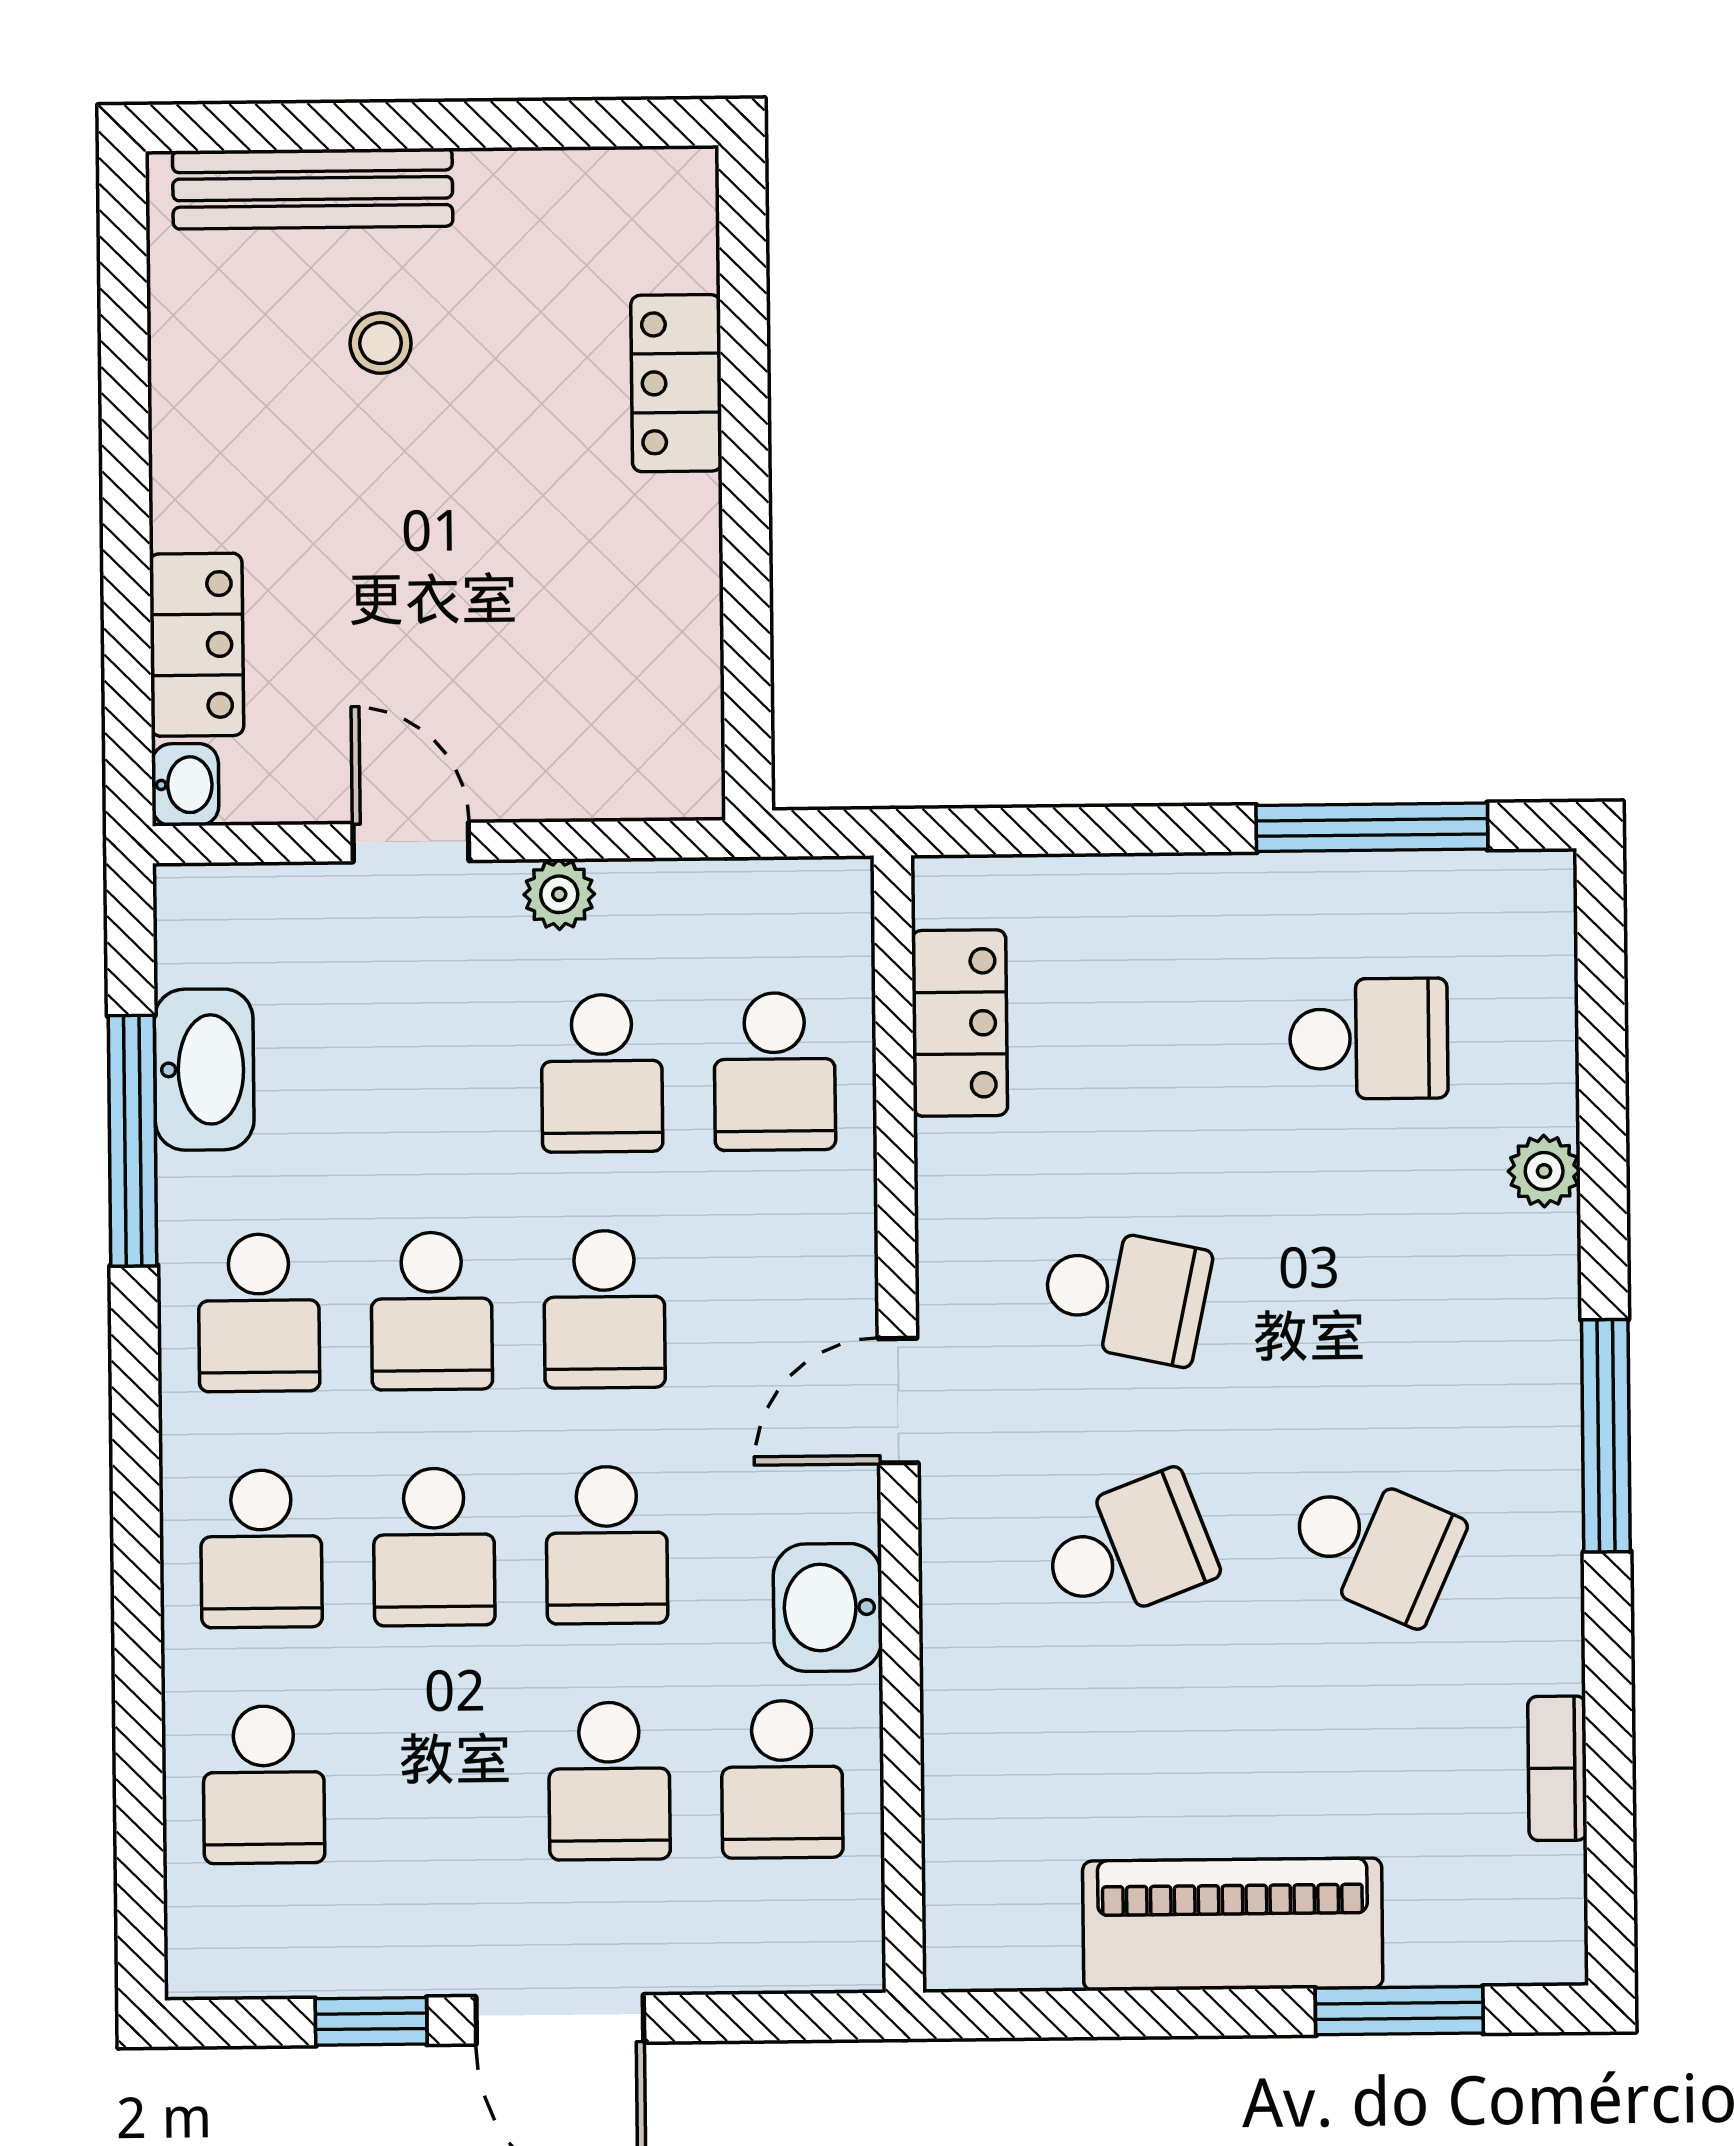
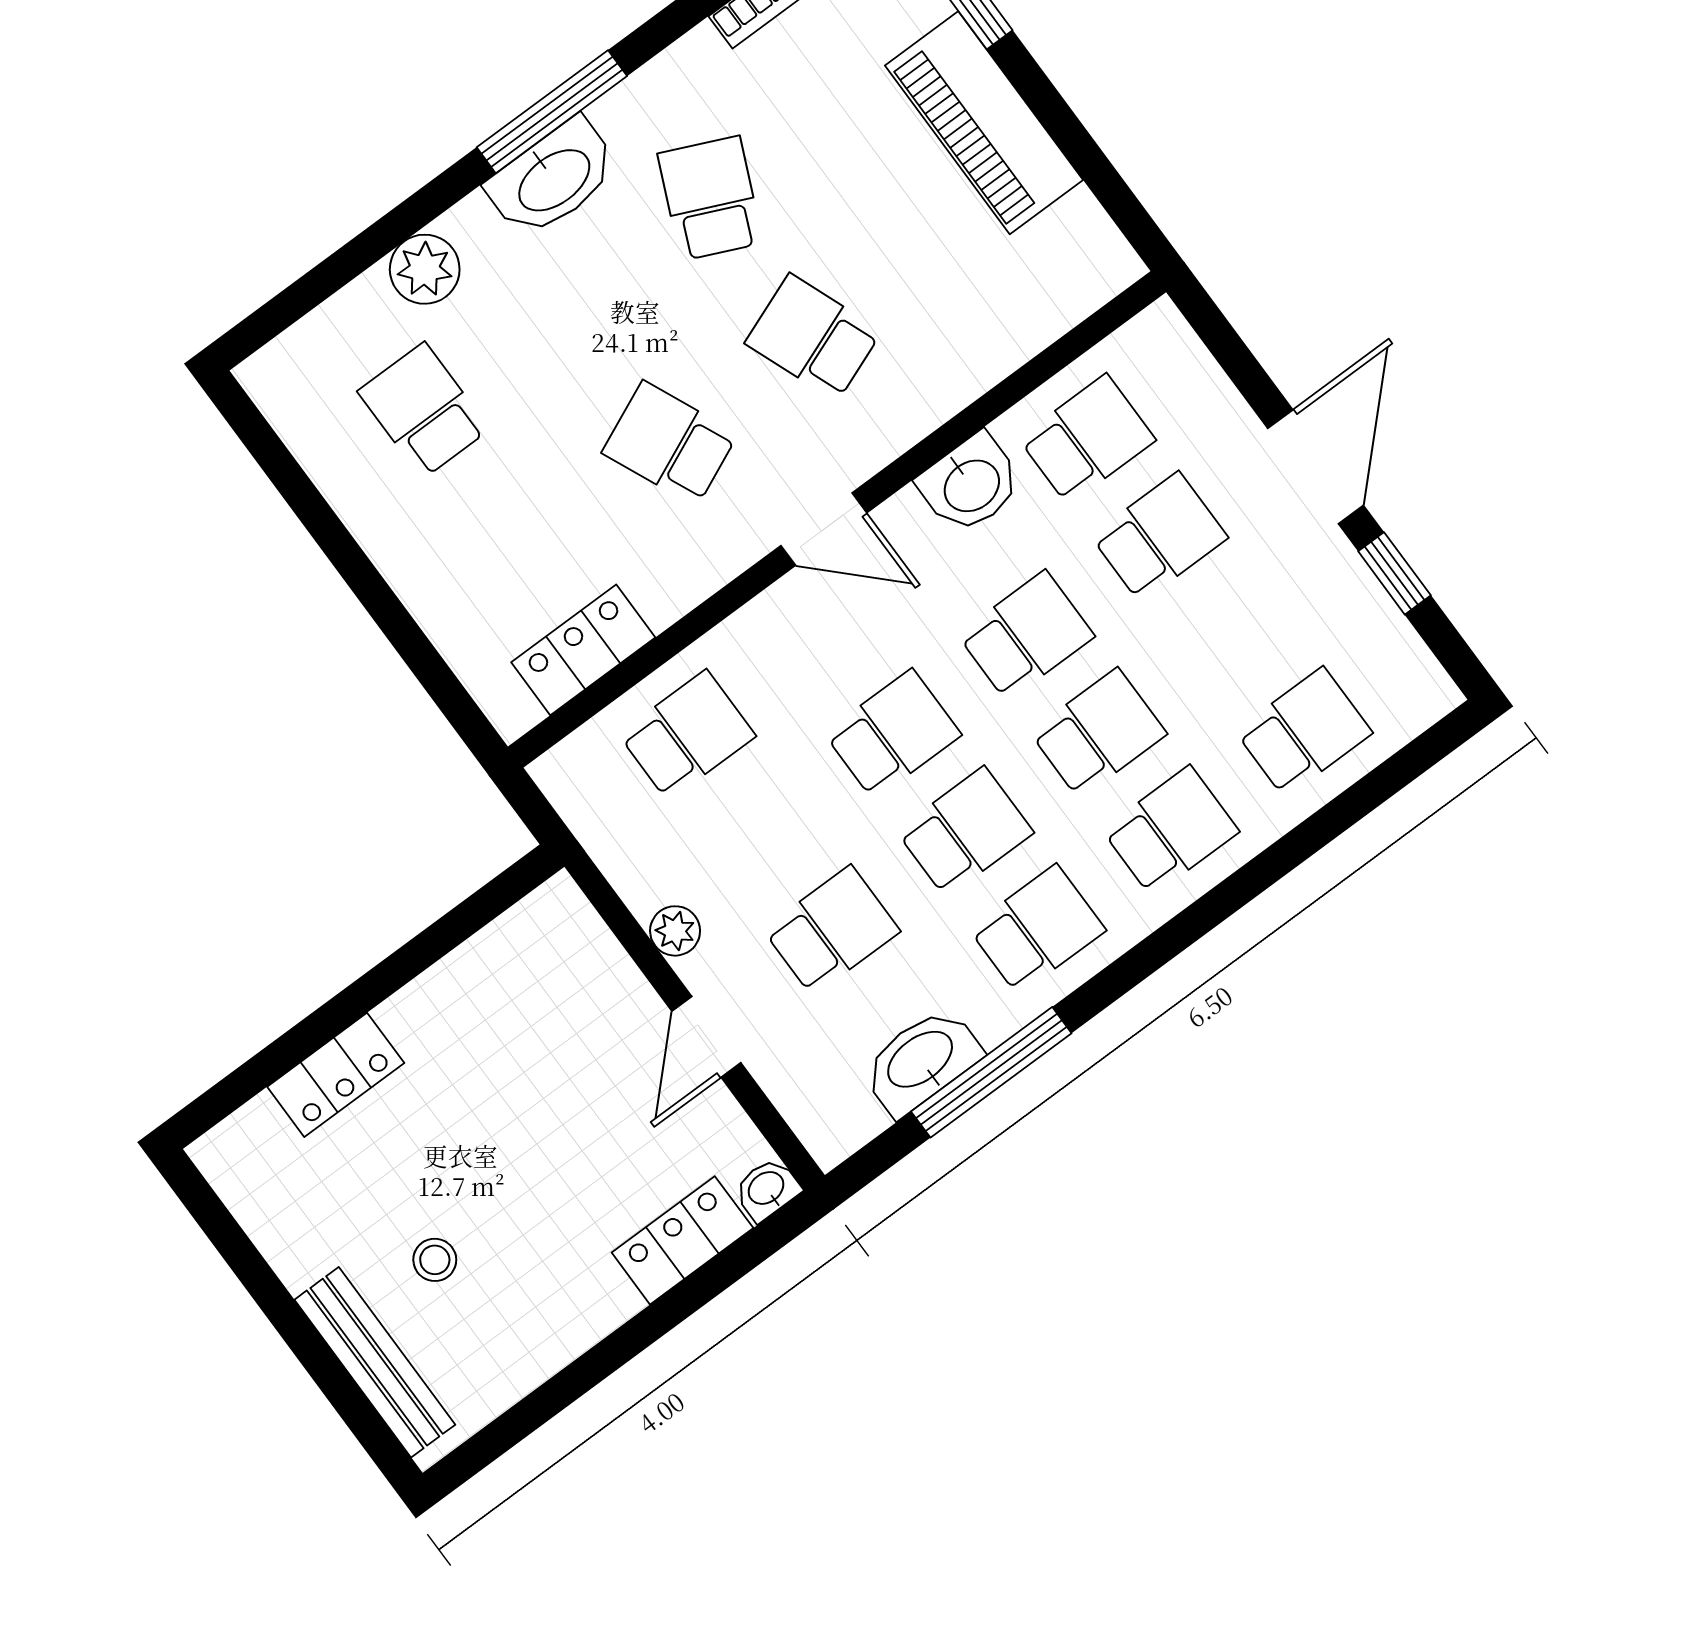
window: (1372, 827) -> (302, 496), removed
school desk: (602, 1073) -> (832, 930), moved
plant: (1544, 1171) -> (425, 269), width x1.38, depth x1.38
school desk: (1125, 1295) -> (670, 443), turned -36
washbasin: (1528, 1381) -> (553, 178), added

